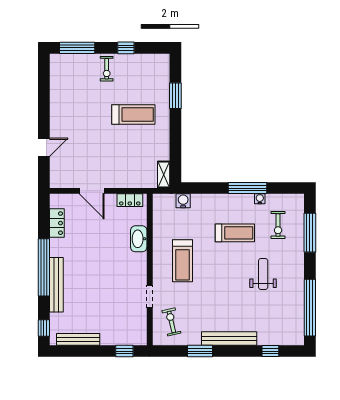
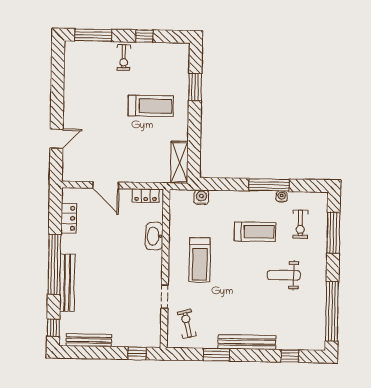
shelving: (164, 175) -> (179, 162), width x1.50, depth x1.33
weight bench: (263, 274) -> (284, 275), turned -90

